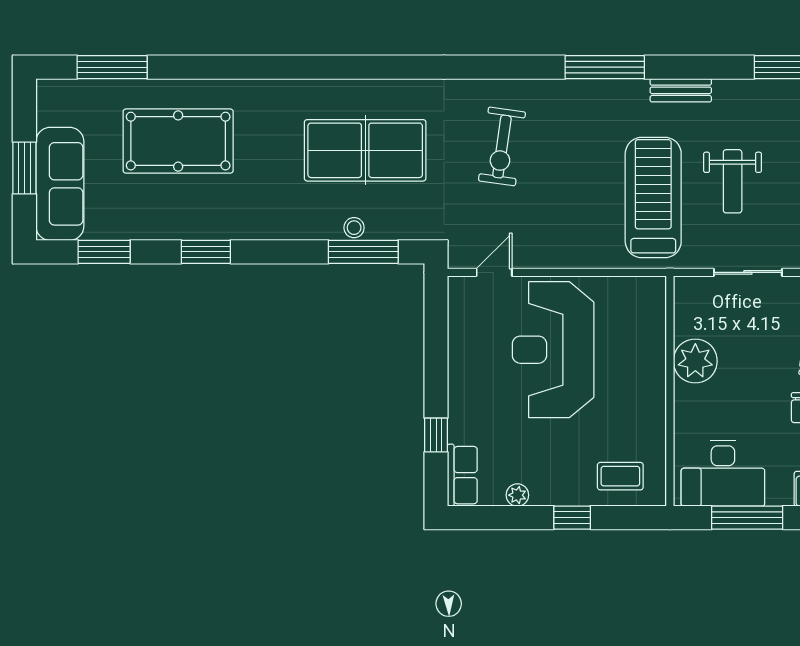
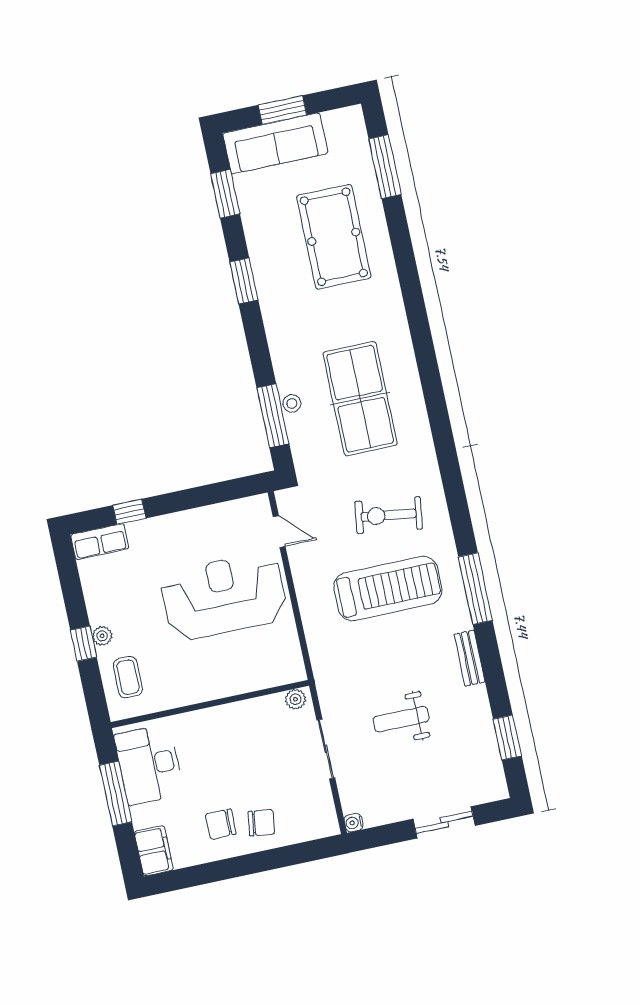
treadmill: (653, 198) -> (388, 588), moved
plant: (695, 361) -> (296, 699), moved, width x0.53, depth x0.53
plant: (517, 495) -> (102, 636), moved

